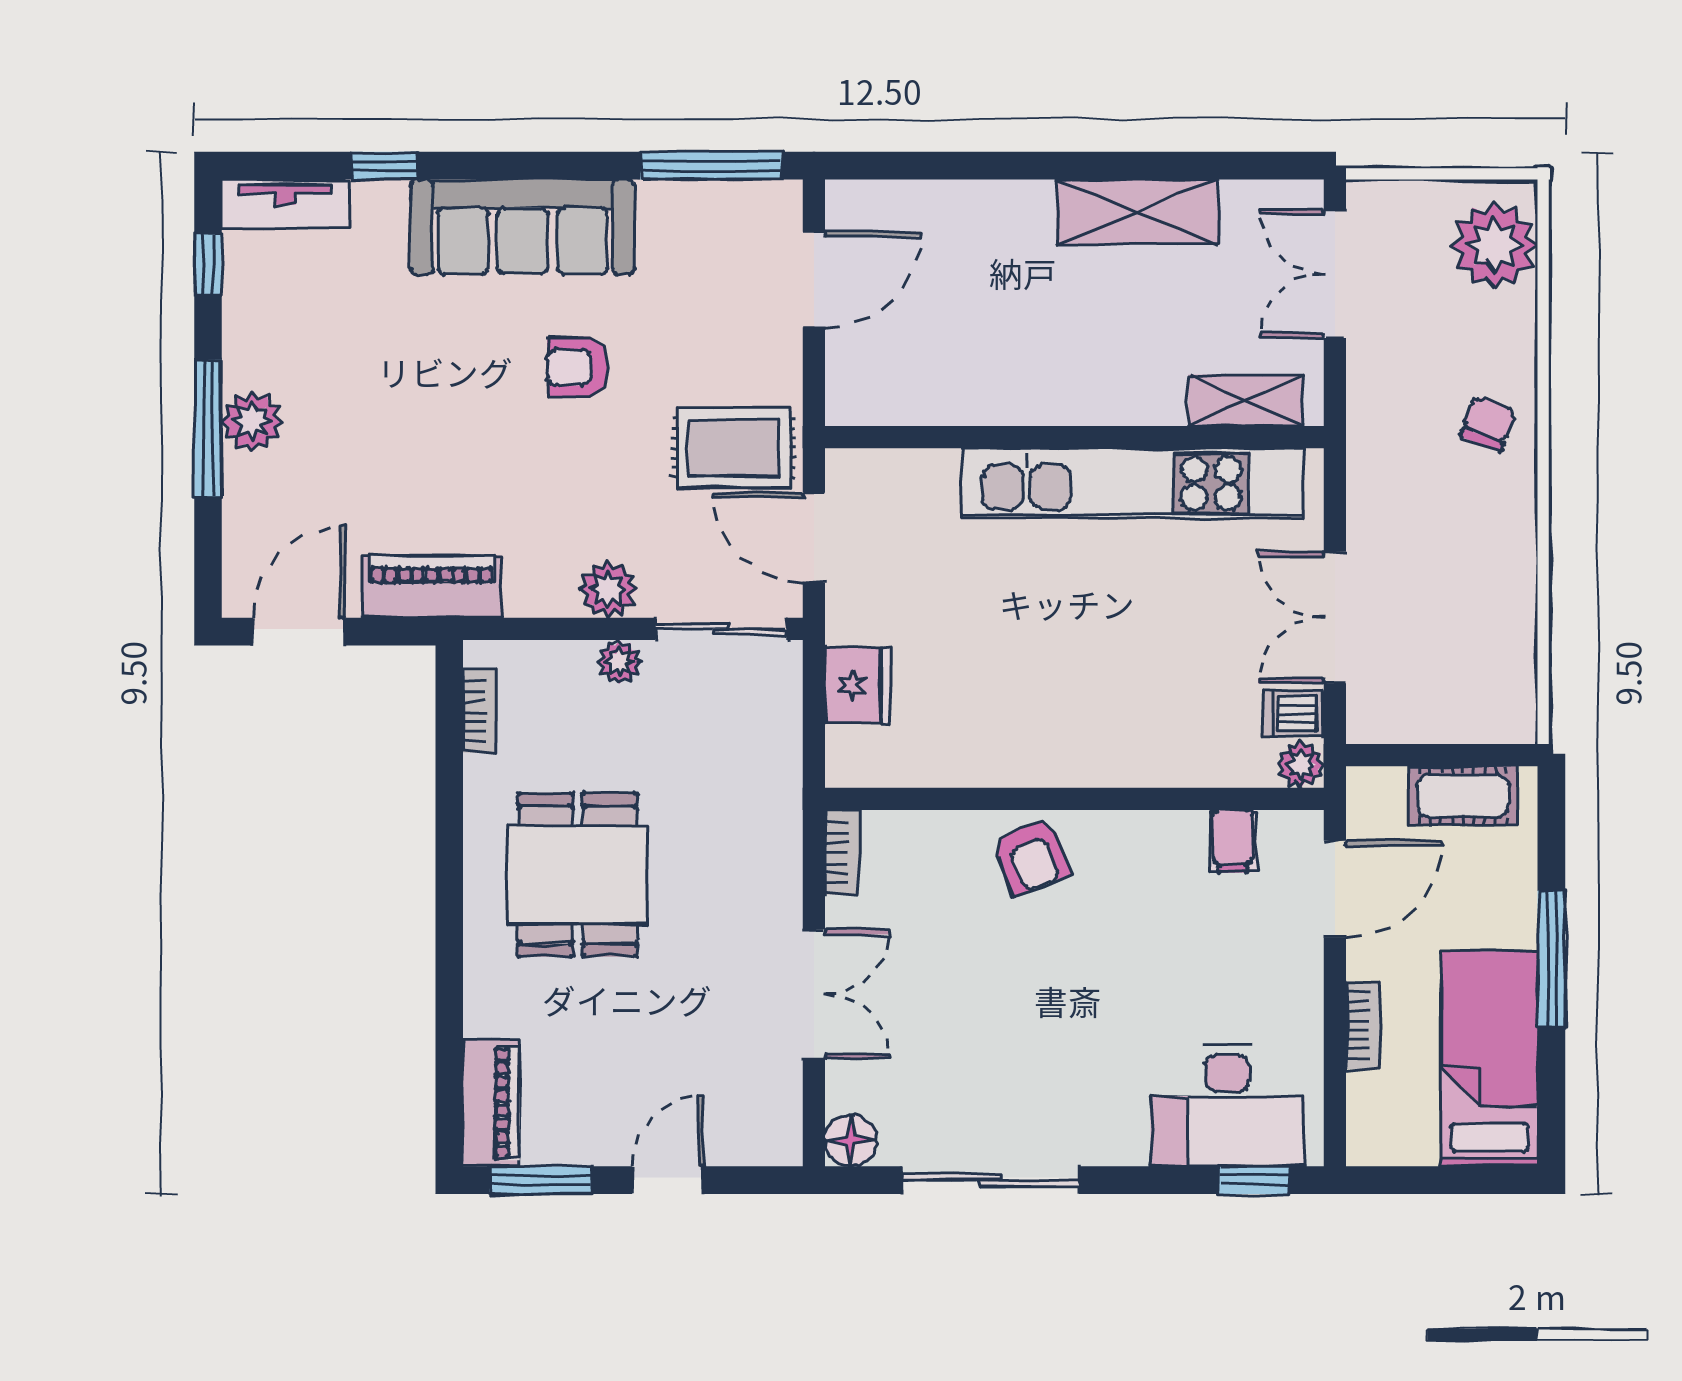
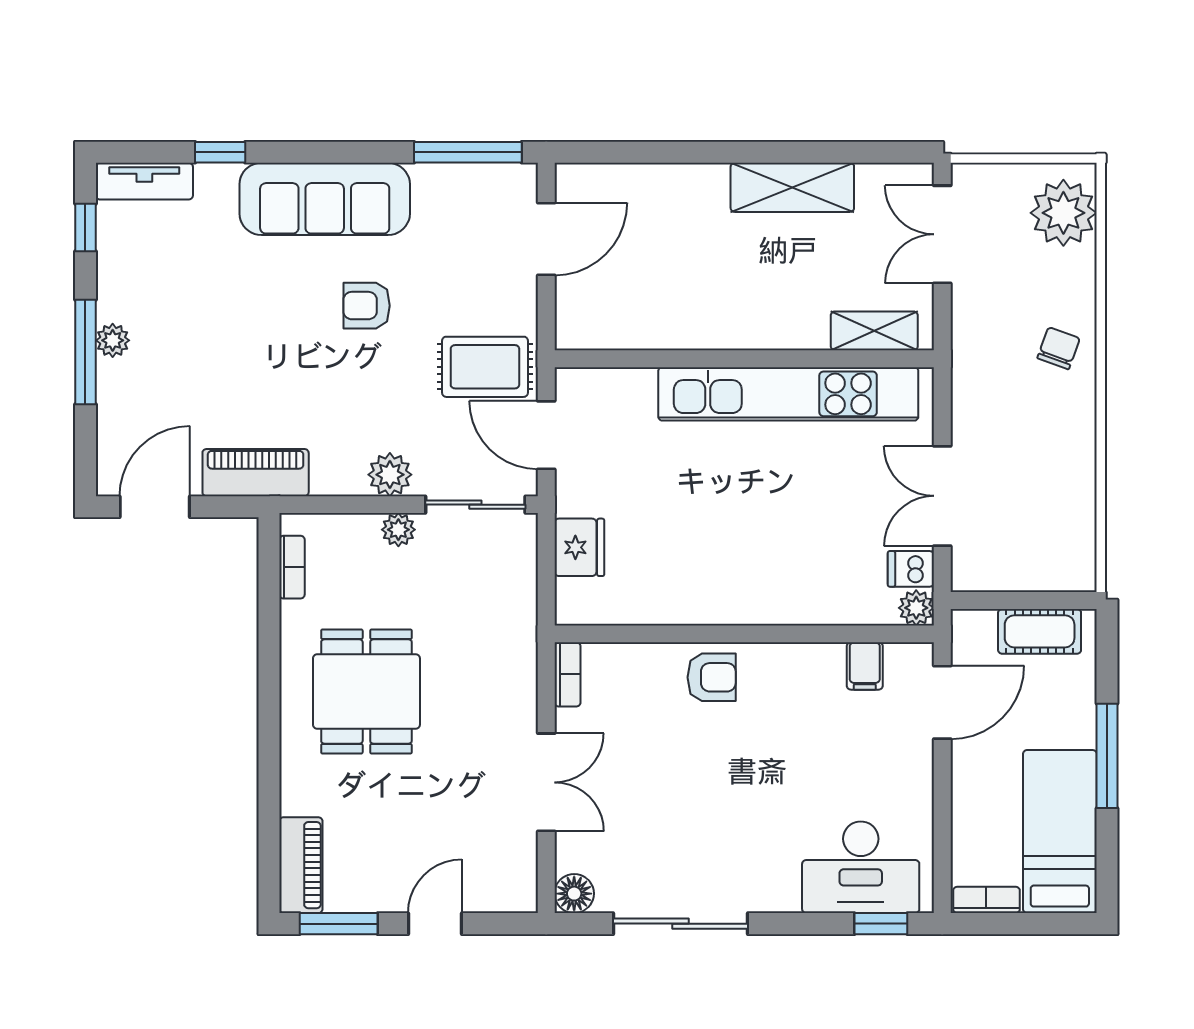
plant: (252, 421) -> (113, 340), width x0.73, depth x0.73
armchair: (1032, 856) -> (712, 677), turned -68
bookcase: (1363, 1025) -> (986, 900), moved, turned -90

